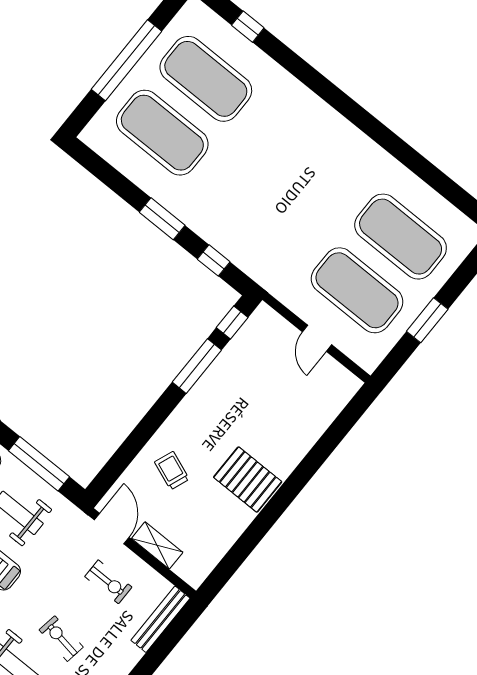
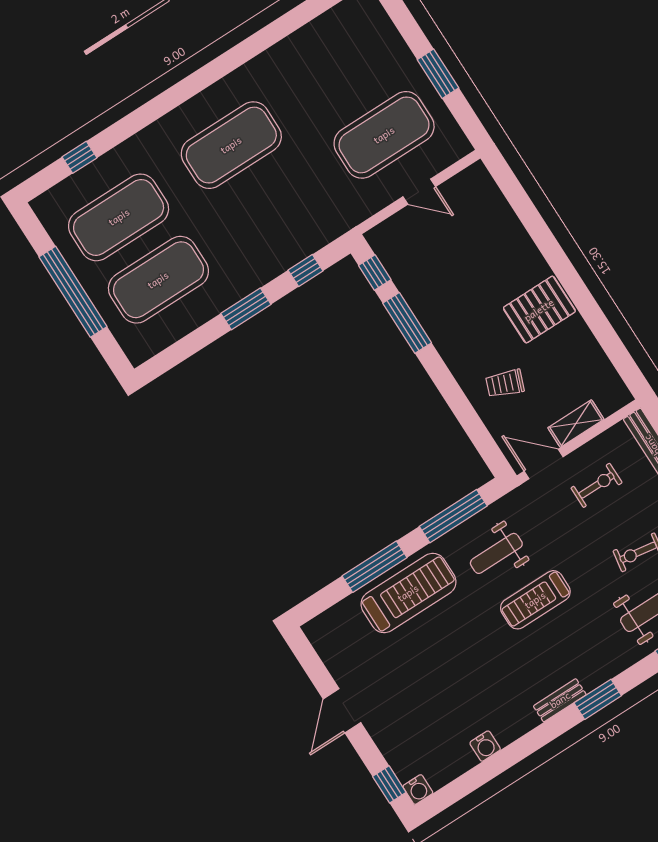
exercise mat: (401, 237) -> (231, 145), moved

